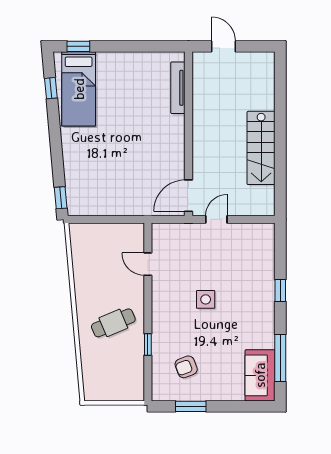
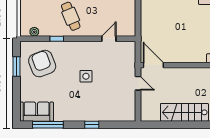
armchair: (186, 367) -> (42, 64), width x1.88, depth x1.88
plant: (137, 379) -> (34, 32), added

